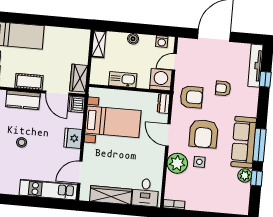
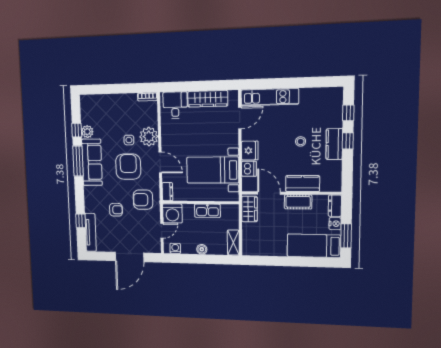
dishwasher: (77, 104) -> (249, 169), moved

